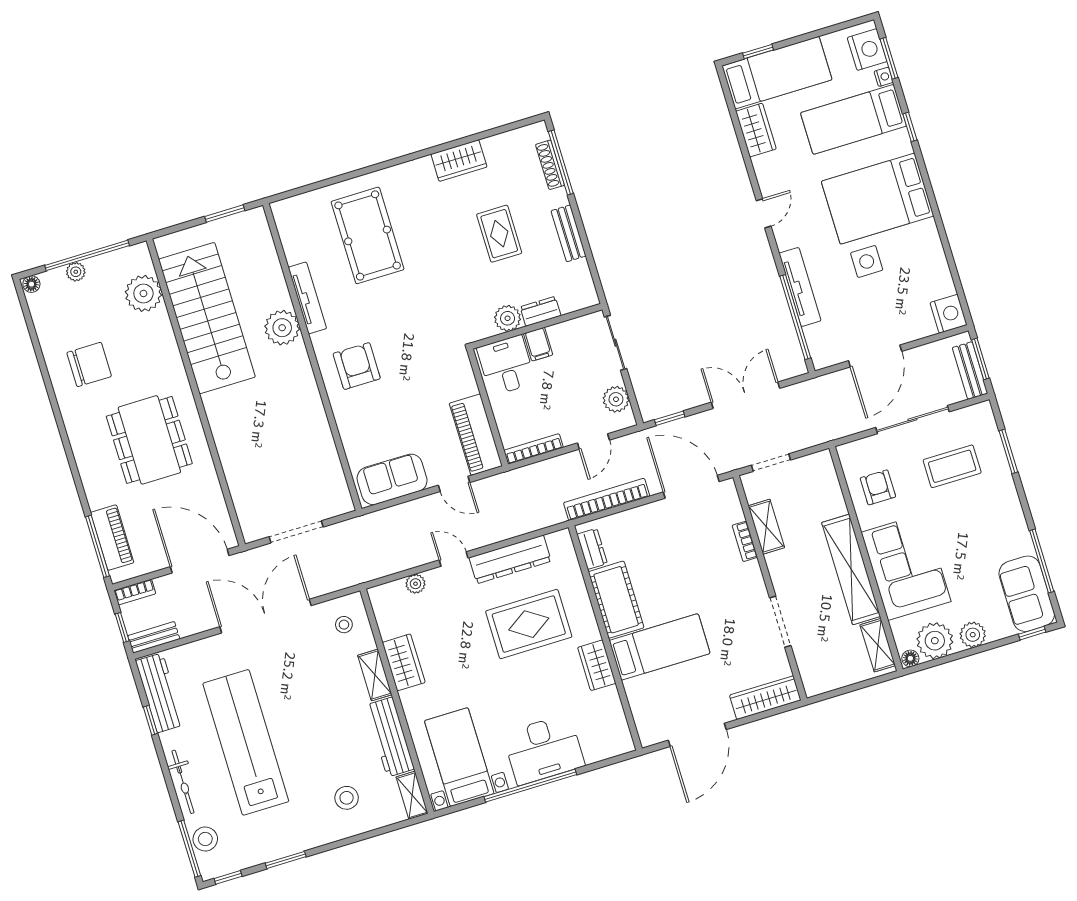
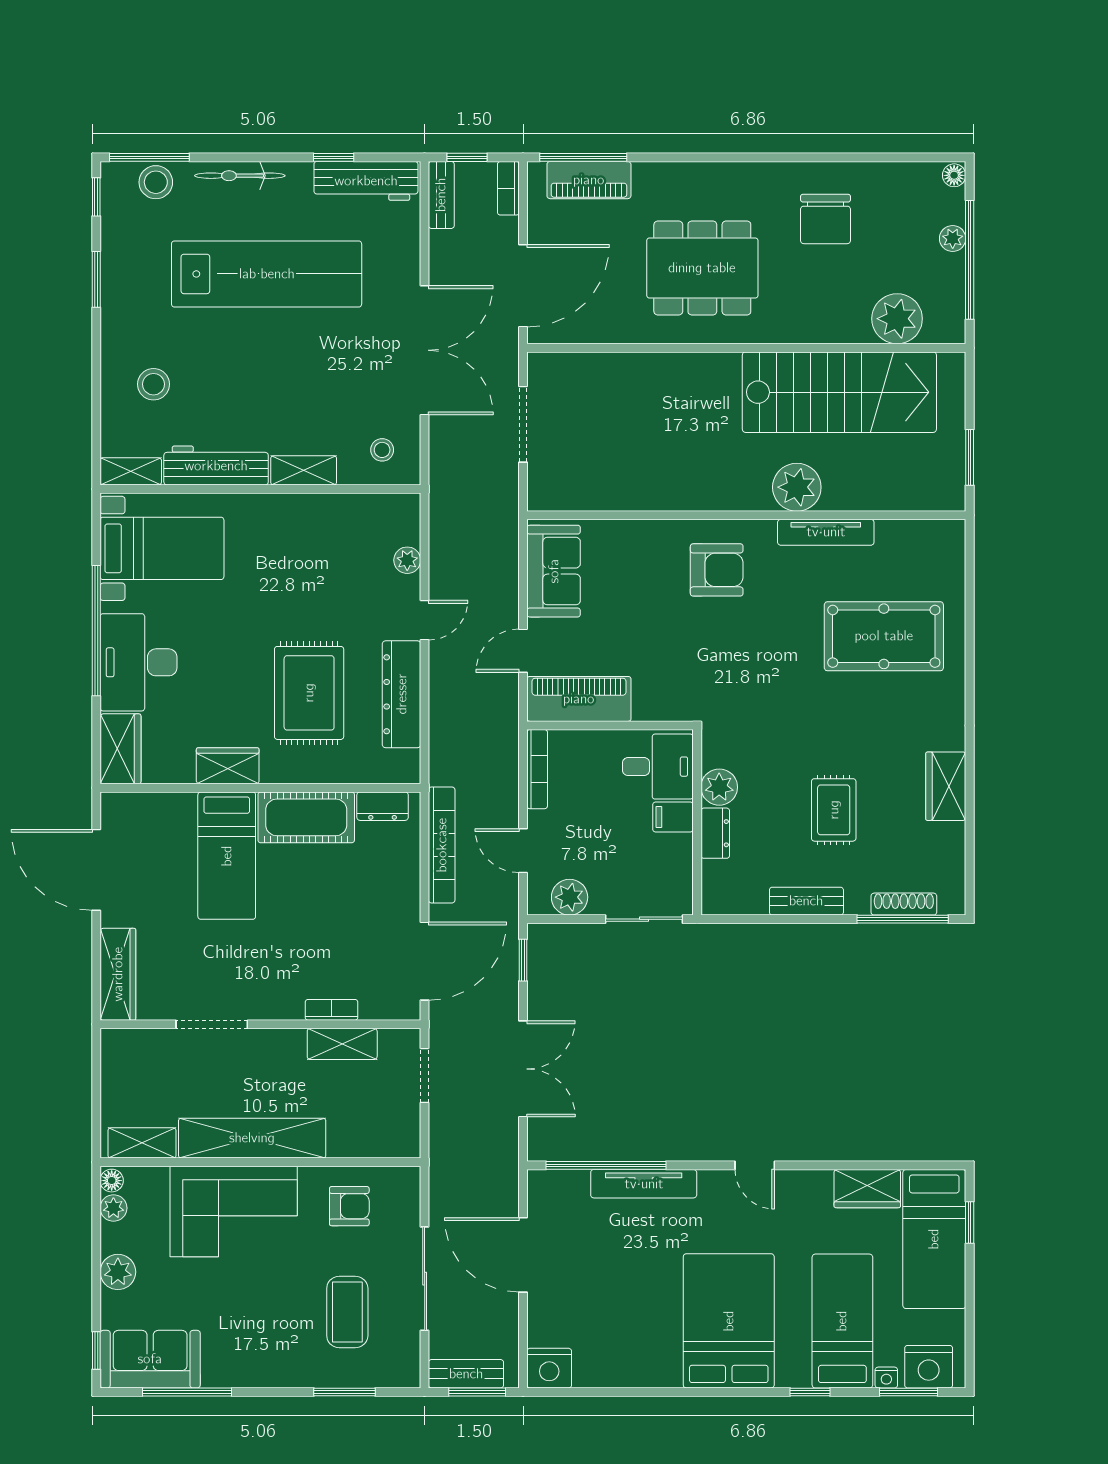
rug: (499, 234) -> (834, 810), turned 90
side table: (867, 261) -> (650, 1281), removed
plant: (935, 641) -> (113, 1208), width x0.53, depth x0.53
wardrobe: (404, 662) -> (120, 749), moved, turned -90

